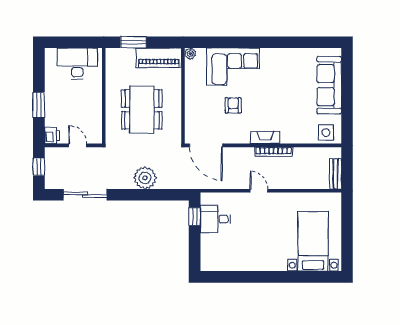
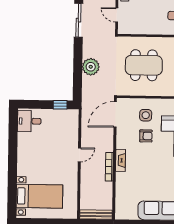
side table: (326, 133) -> (146, 115), moved
door: (78, 145) -> (117, 15), swing flipped
bench: (336, 174) -> (96, 215), width x1.36
desk: (215, 219) -> (29, 121), moved, turned -90

